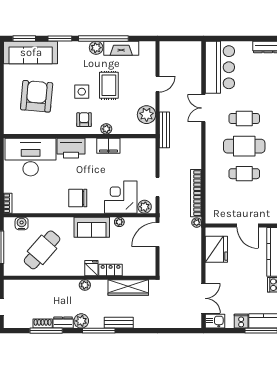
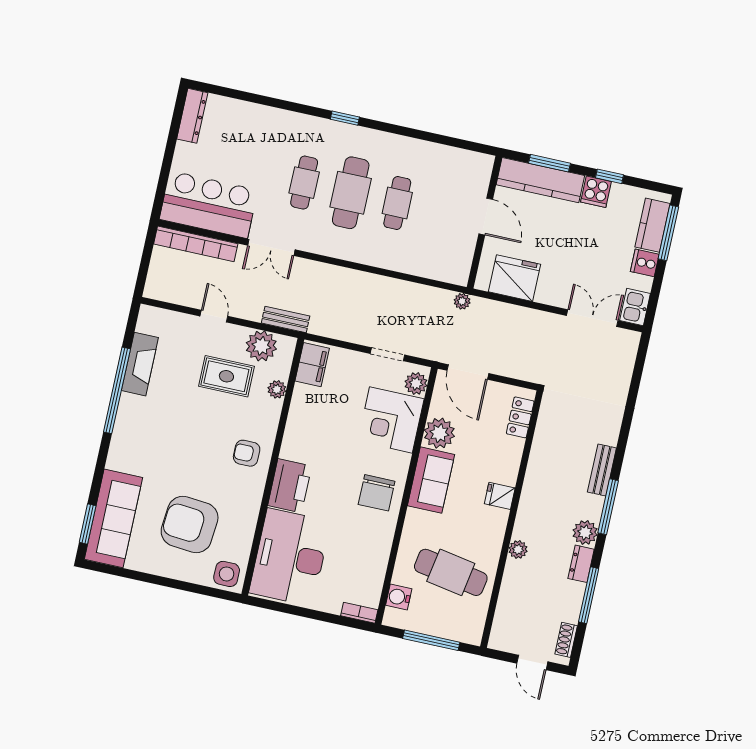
window: (60, 39) -> (101, 464), removed
plant: (96, 48) -> (130, 406), removed
rug: (109, 85) -> (226, 376), moved
side table: (82, 92) -> (227, 574), moved
plant: (106, 129) -> (277, 389), moved
bench: (164, 130) -> (286, 320), width x0.73
filing cabinet: (108, 146) -> (312, 365), moved
bookcase: (196, 193) -> (196, 244), moved
plant: (119, 222) -> (439, 433), width x1.87, depth x1.87
door: (248, 225) -> (486, 217), hinge flipped
cafe table: (42, 250) -> (451, 572), turned -31
locker: (111, 270) -> (520, 417), moved
plant: (85, 285) -> (518, 550), moved
wardrobe: (128, 287) -> (546, 441), removed
shoe rack: (43, 324) -> (566, 640), moved

